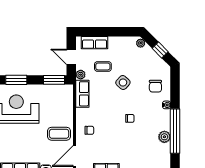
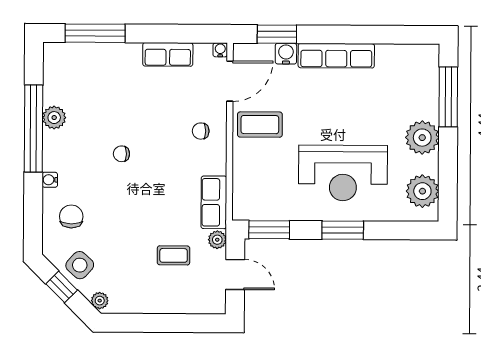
row of seats: (95, 43) -> (190, 302), removed
side table: (123, 82) -> (80, 265), moved

